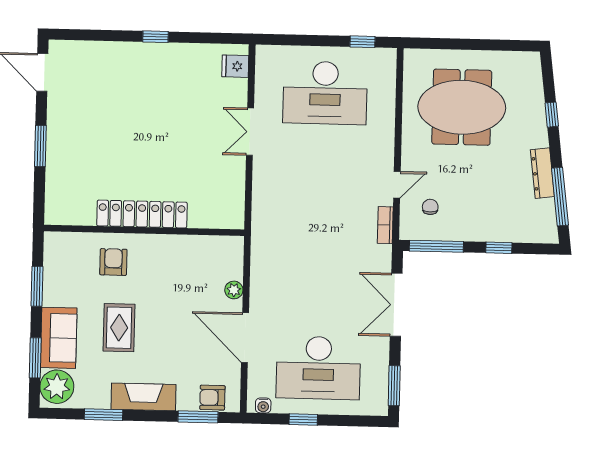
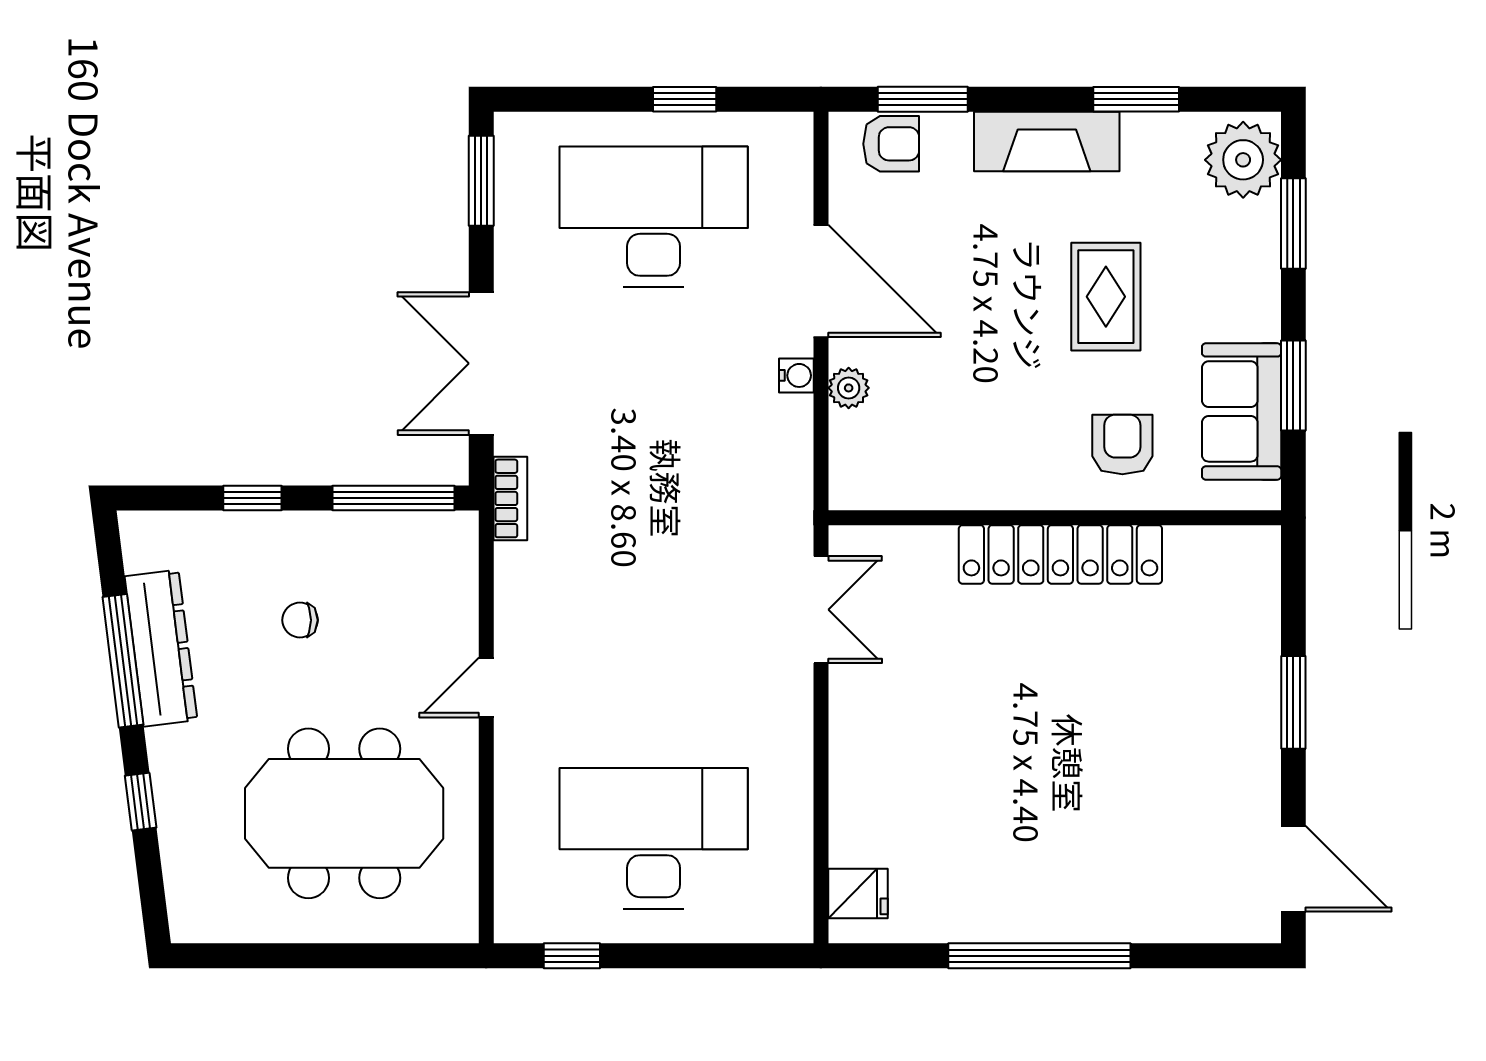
window: (156, 37) -> (1039, 956), width x3.17
double door: (250, 132) -> (821, 610), moved
dresser: (542, 173) -> (161, 648), width x1.37, depth x1.24
door: (397, 185) -> (486, 687), moved
window: (560, 197) -> (123, 661), moved
chair: (430, 207) -> (300, 620), moved, turned 90
bookcase: (385, 225) -> (510, 498), moved
armchair: (113, 262) -> (1122, 444), turned 180
double door: (396, 305) -> (481, 363), swing flipped
sofa: (59, 338) -> (1242, 411), moved
water cooler: (263, 405) -> (796, 375), moved, turned 90

